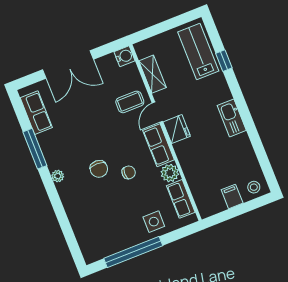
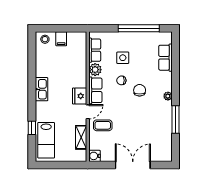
row of seats: (36, 113) -> (165, 58), moved
side table: (154, 222) -> (123, 58), moved

